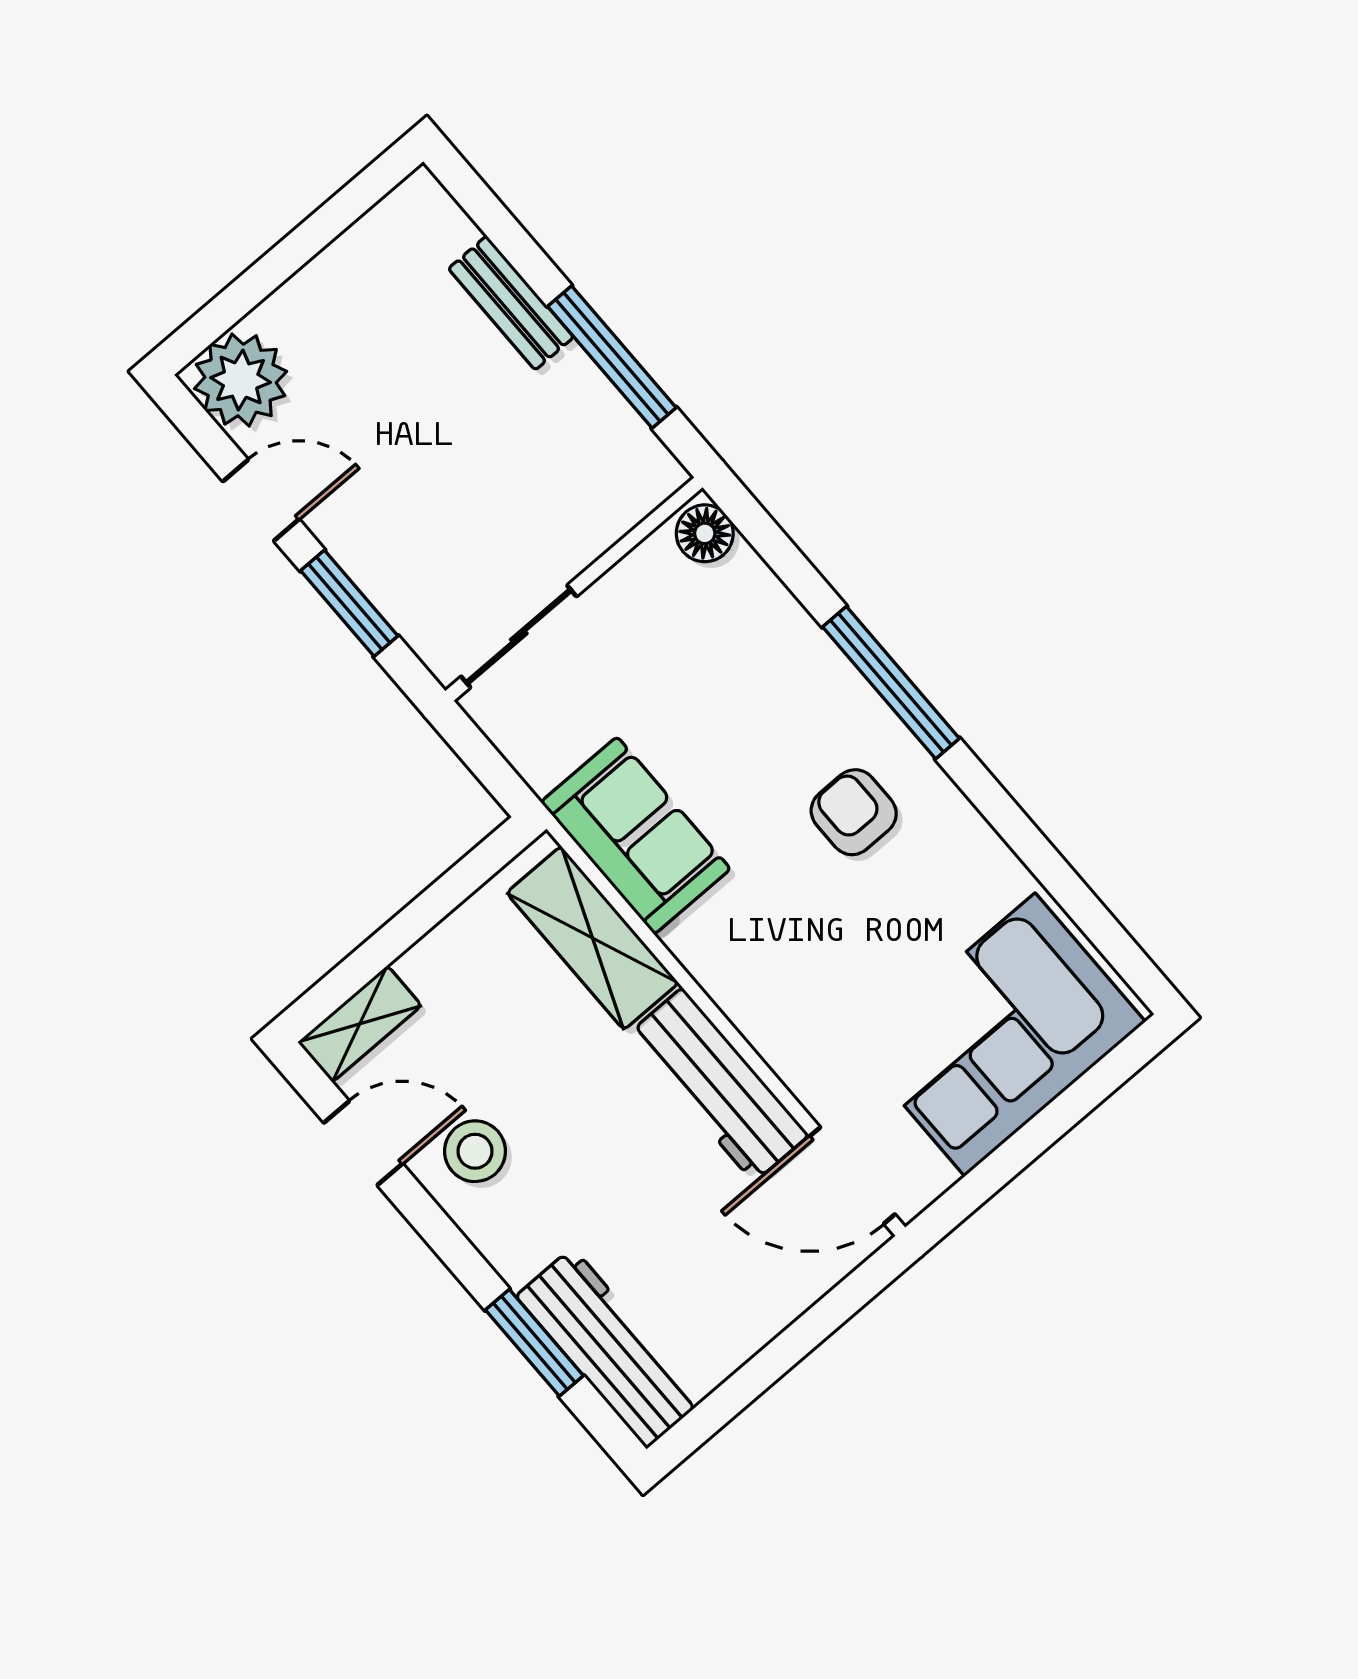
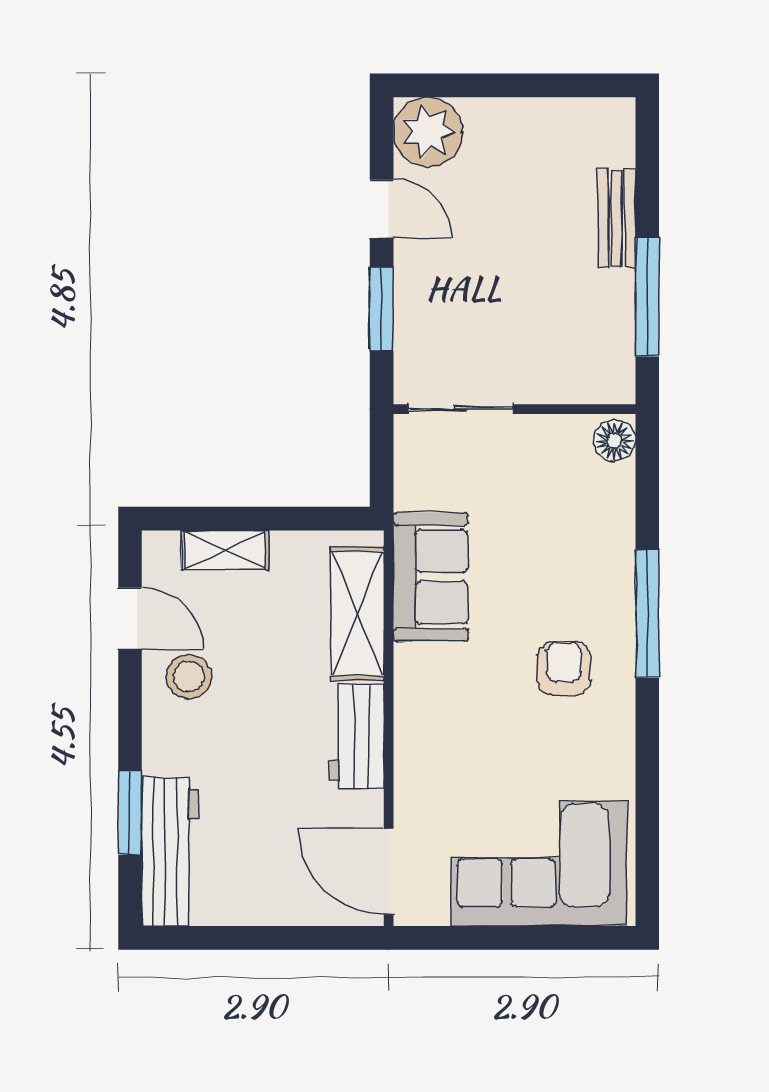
shelving: (360, 1024) -> (225, 550), moved
workbench: (718, 1085) -> (357, 737), width x0.73

